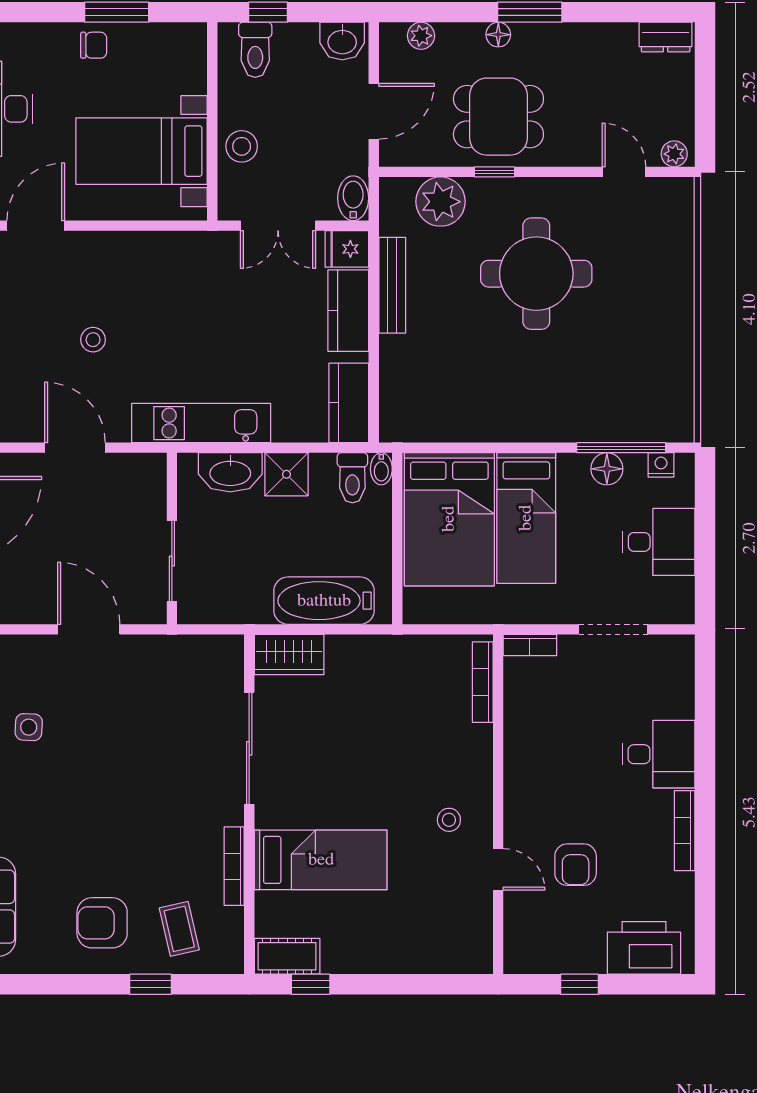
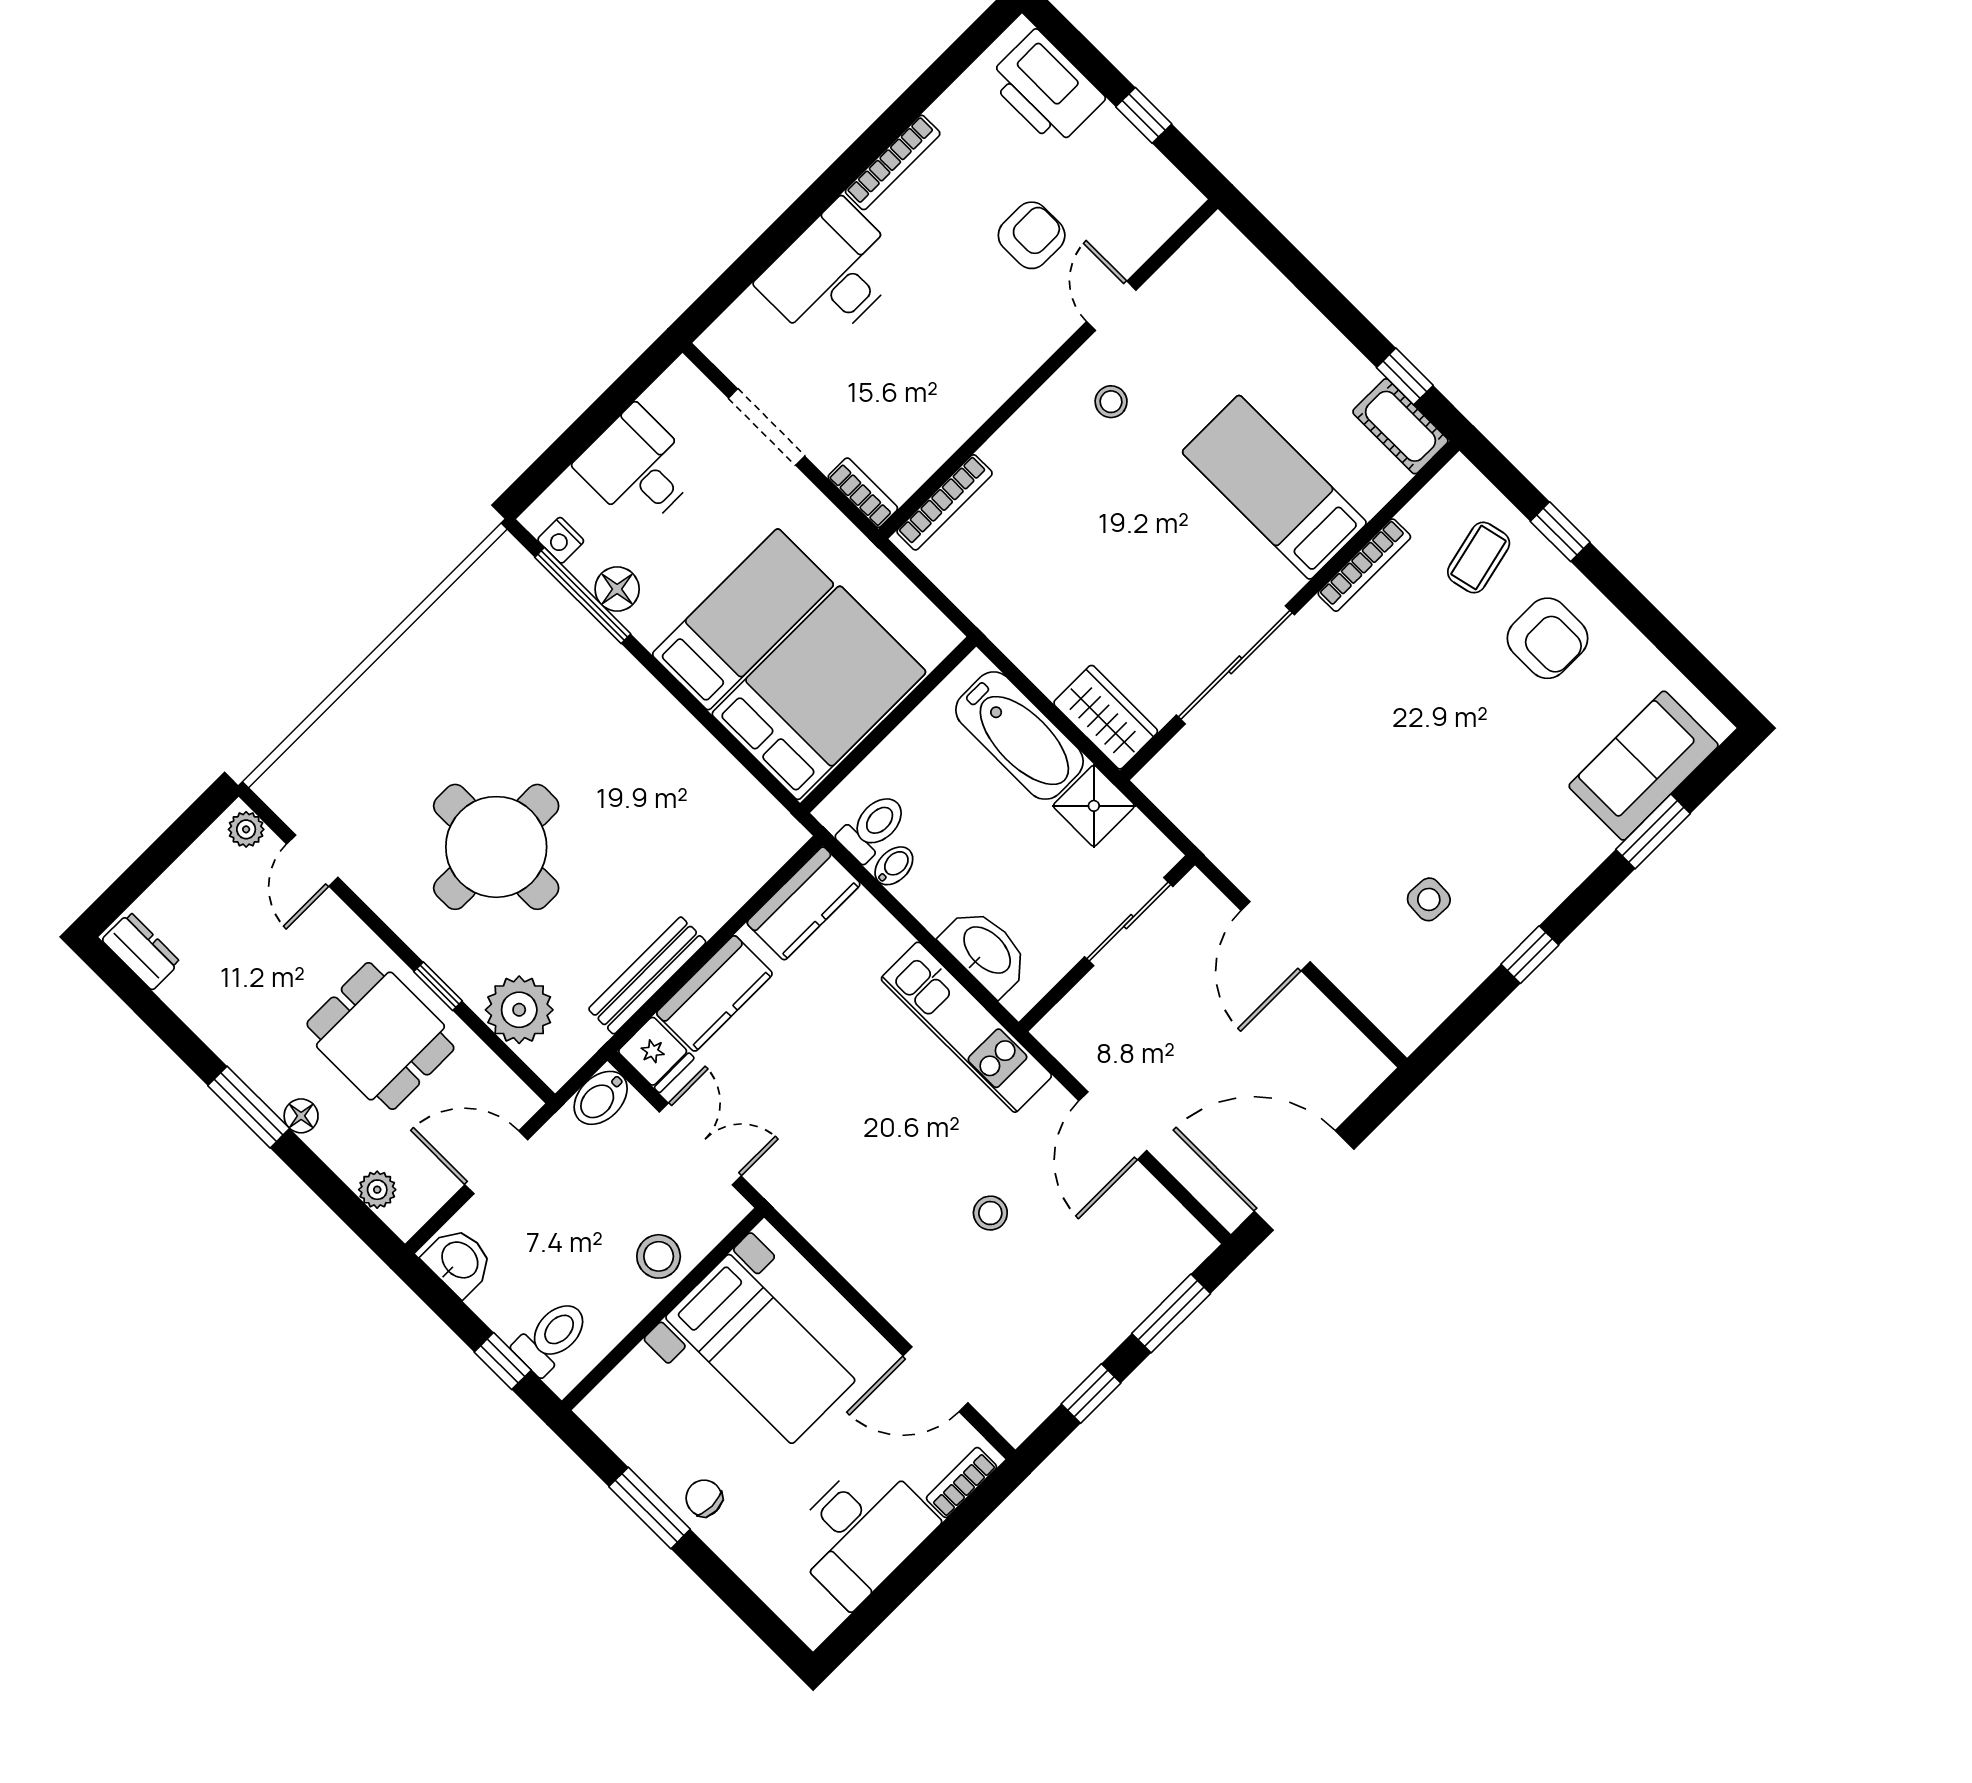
bidet: (381, 469) -> (894, 866), moved
shower: (286, 474) -> (1094, 806), moved
desk: (659, 754) -> (832, 274), width x1.37

